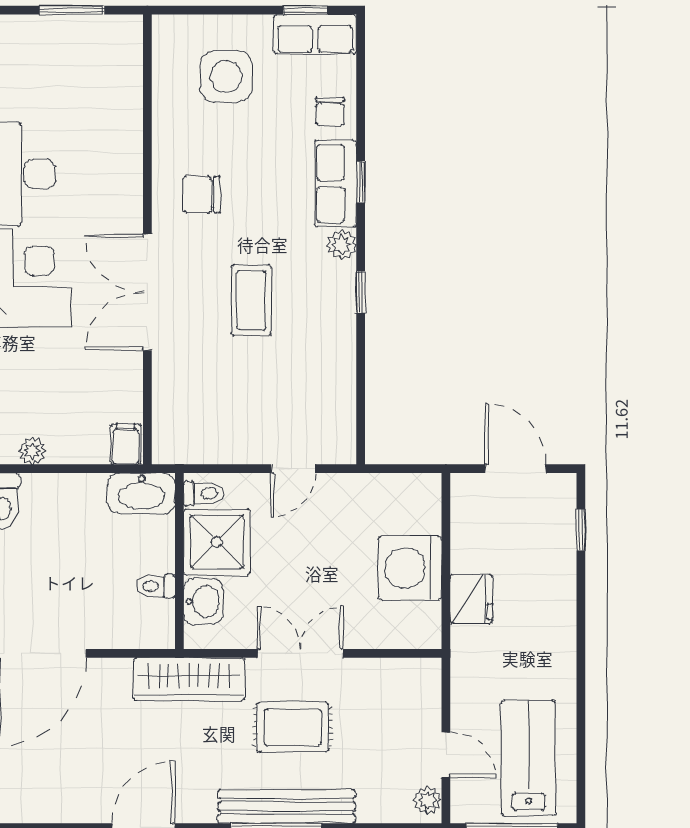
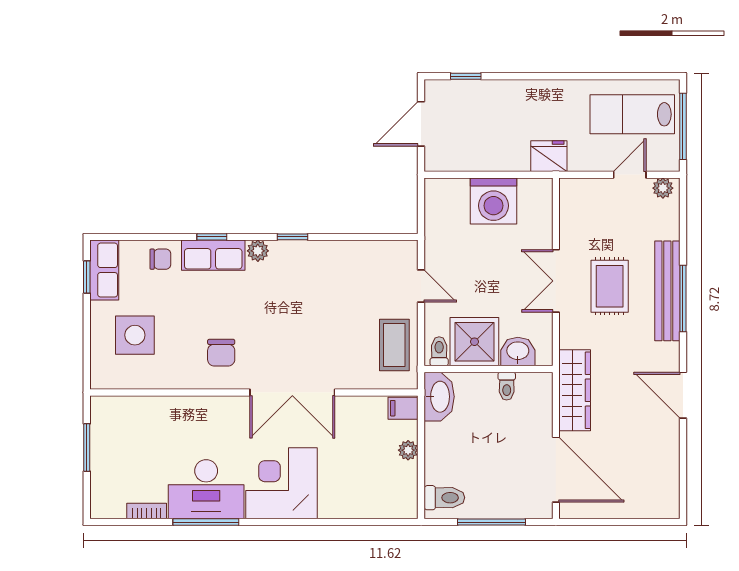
coffee table: (251, 300) -> (394, 345), moved, turned 90
plant: (32, 451) -> (408, 450), moved
fridge: (471, 599) -> (549, 156), moved
wardrobe: (189, 679) -> (575, 390), moved

